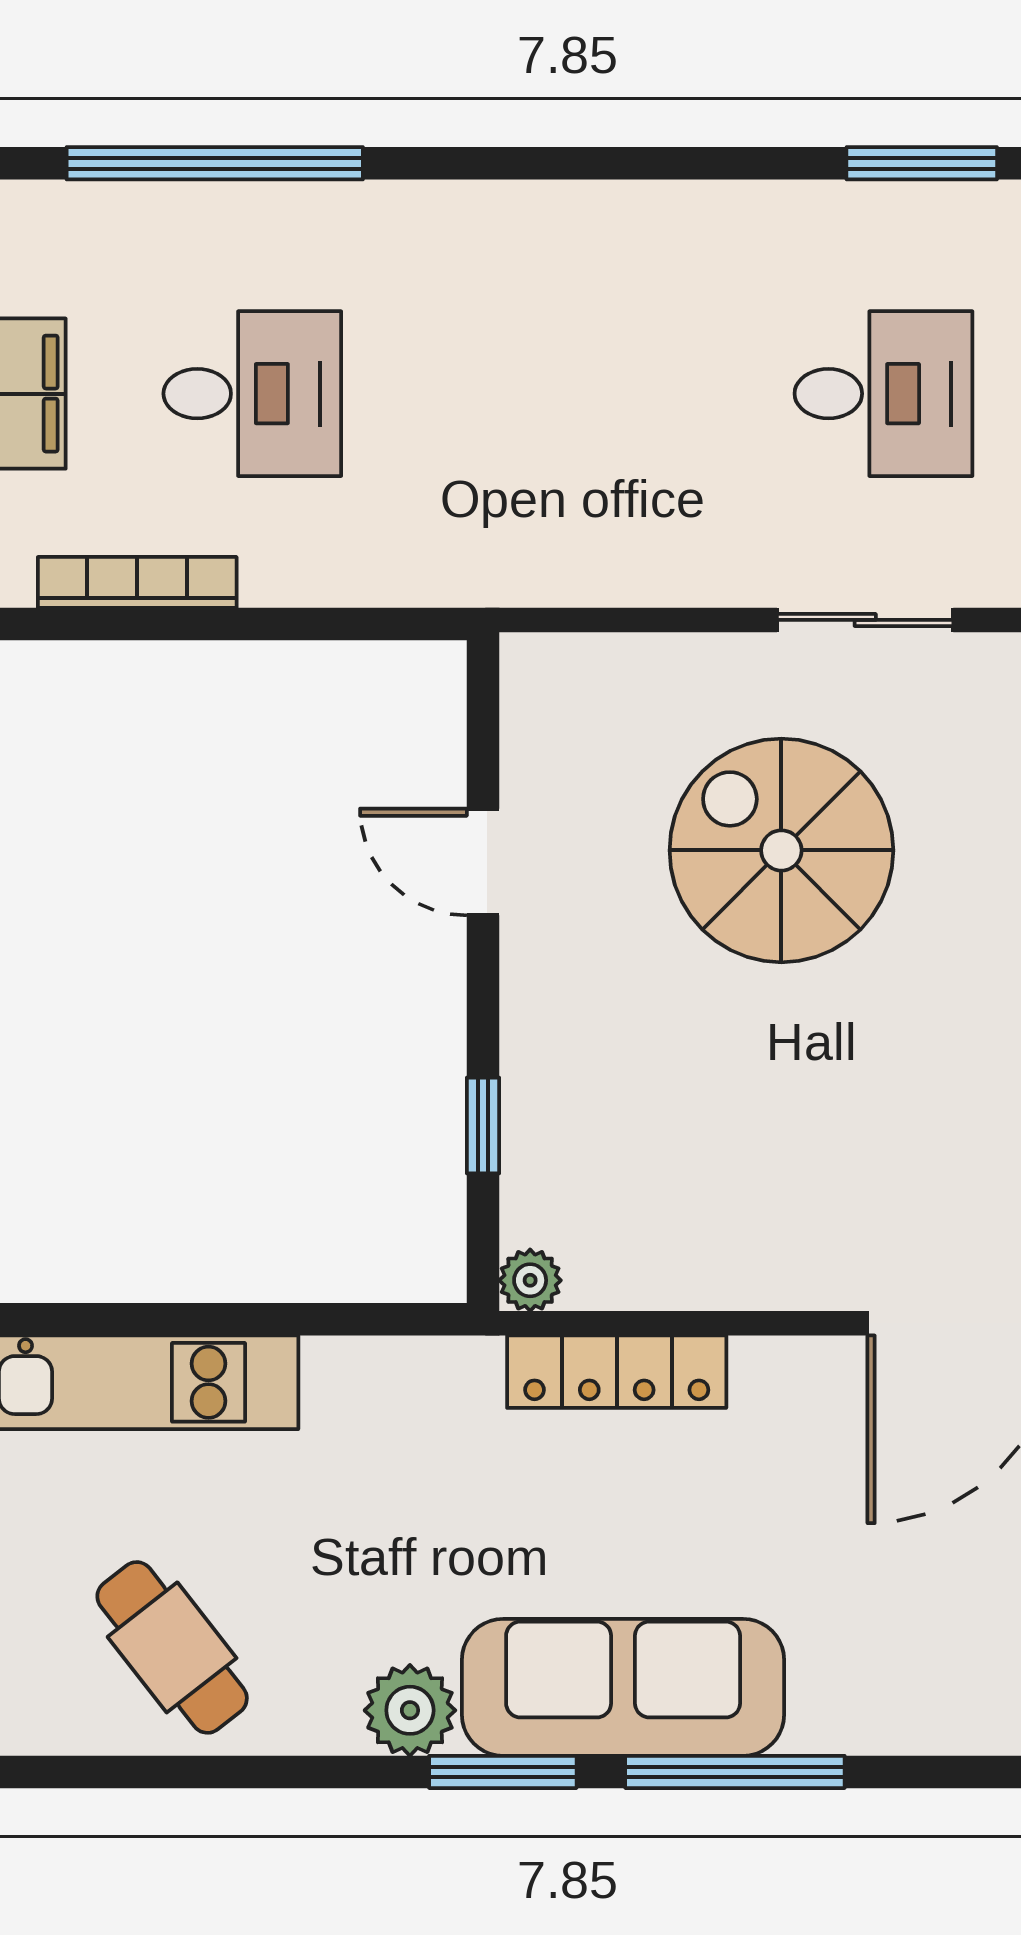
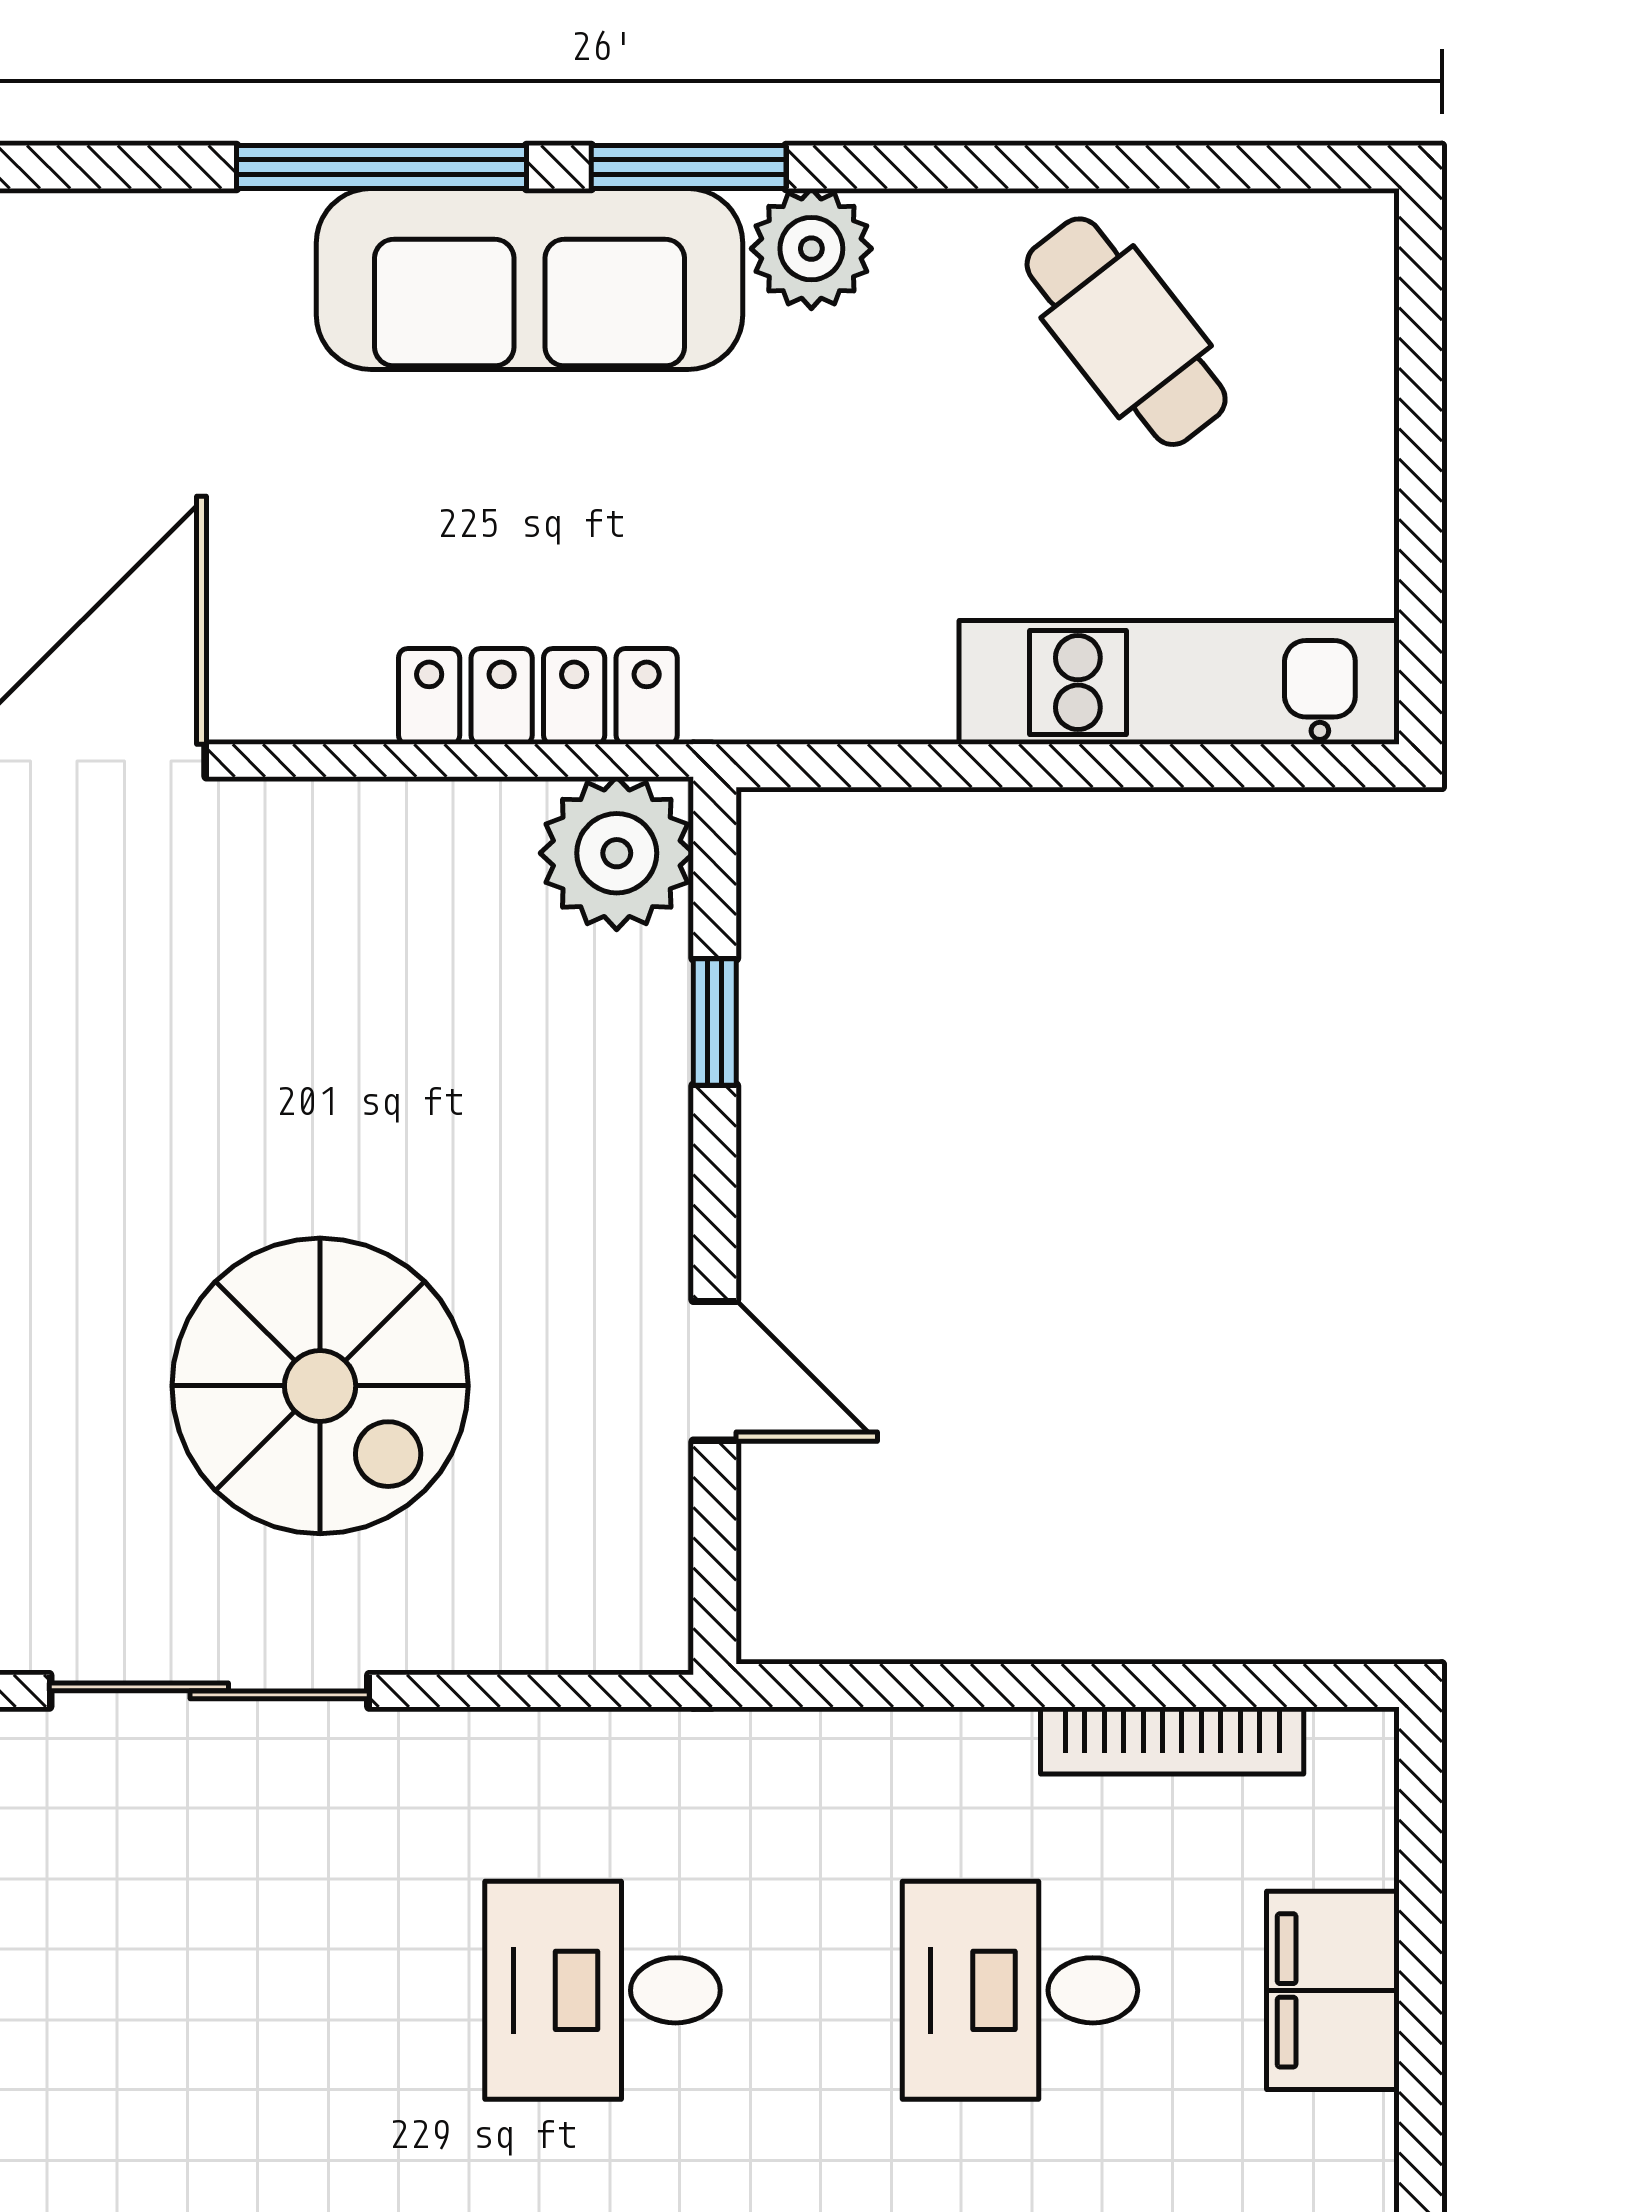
desk: (883, 394) -> (602, 1990), moved
sliding door: (865, 620) -> (209, 1691), width x1.37
plant: (530, 1280) -> (617, 853), width x1.88, depth x1.88

